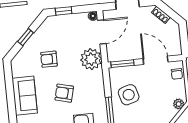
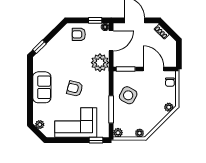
window: (64, 11) -> (95, 20), moved
window: (26, 37) -> (39, 47), moved
armchair: (49, 59) -> (79, 34), moved
side table: (129, 95) -> (128, 95), turned 45

